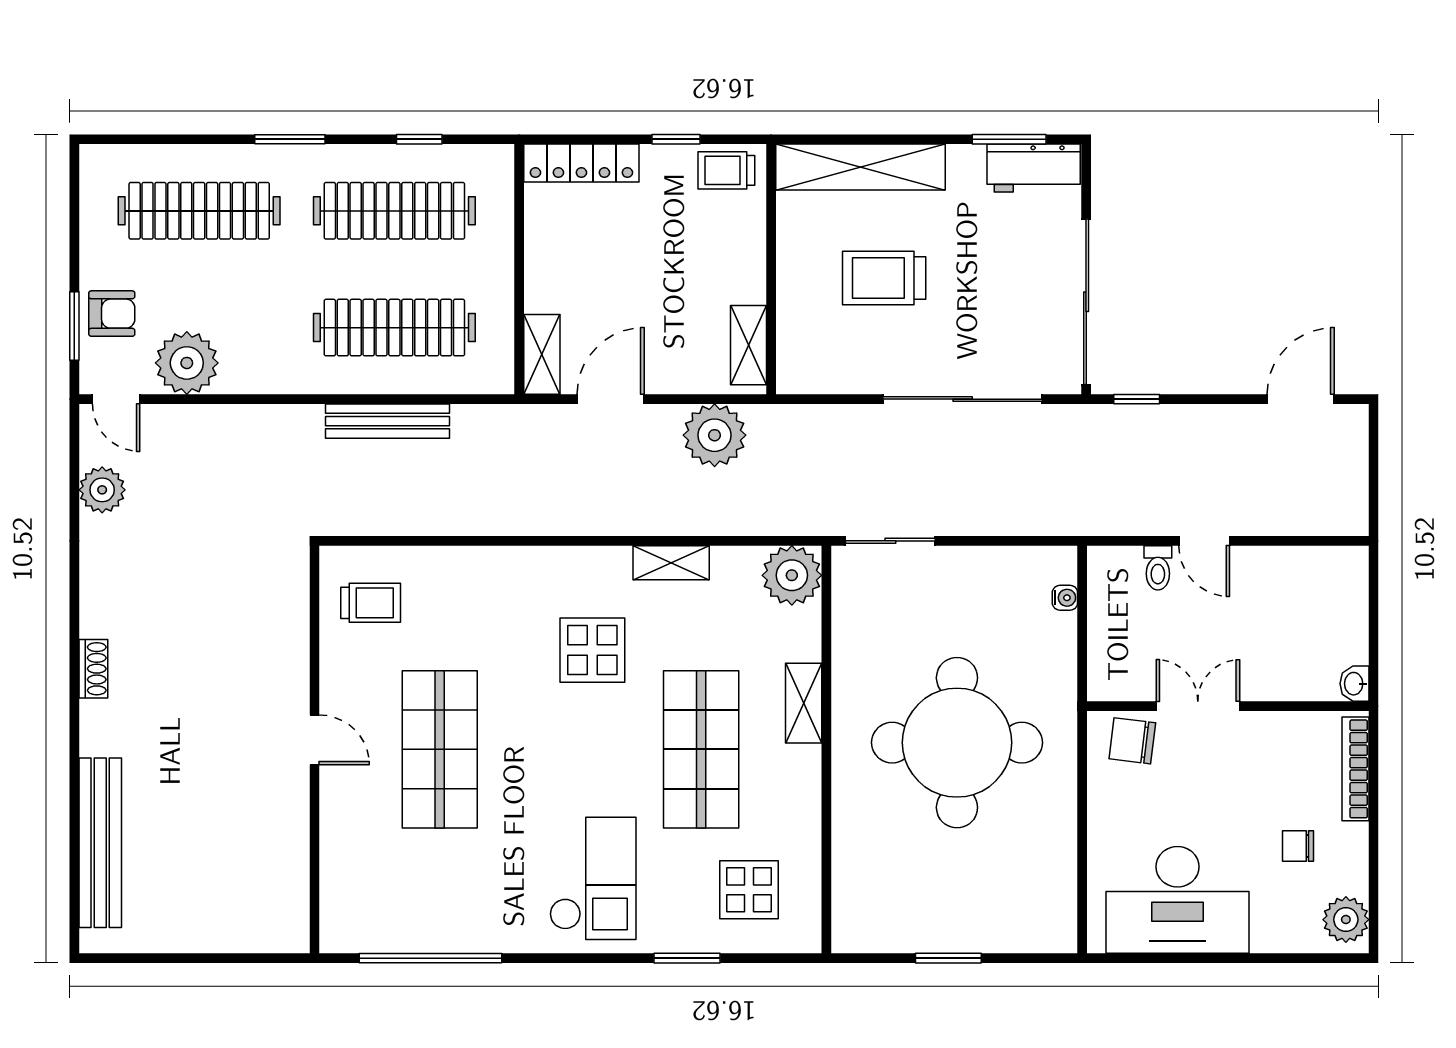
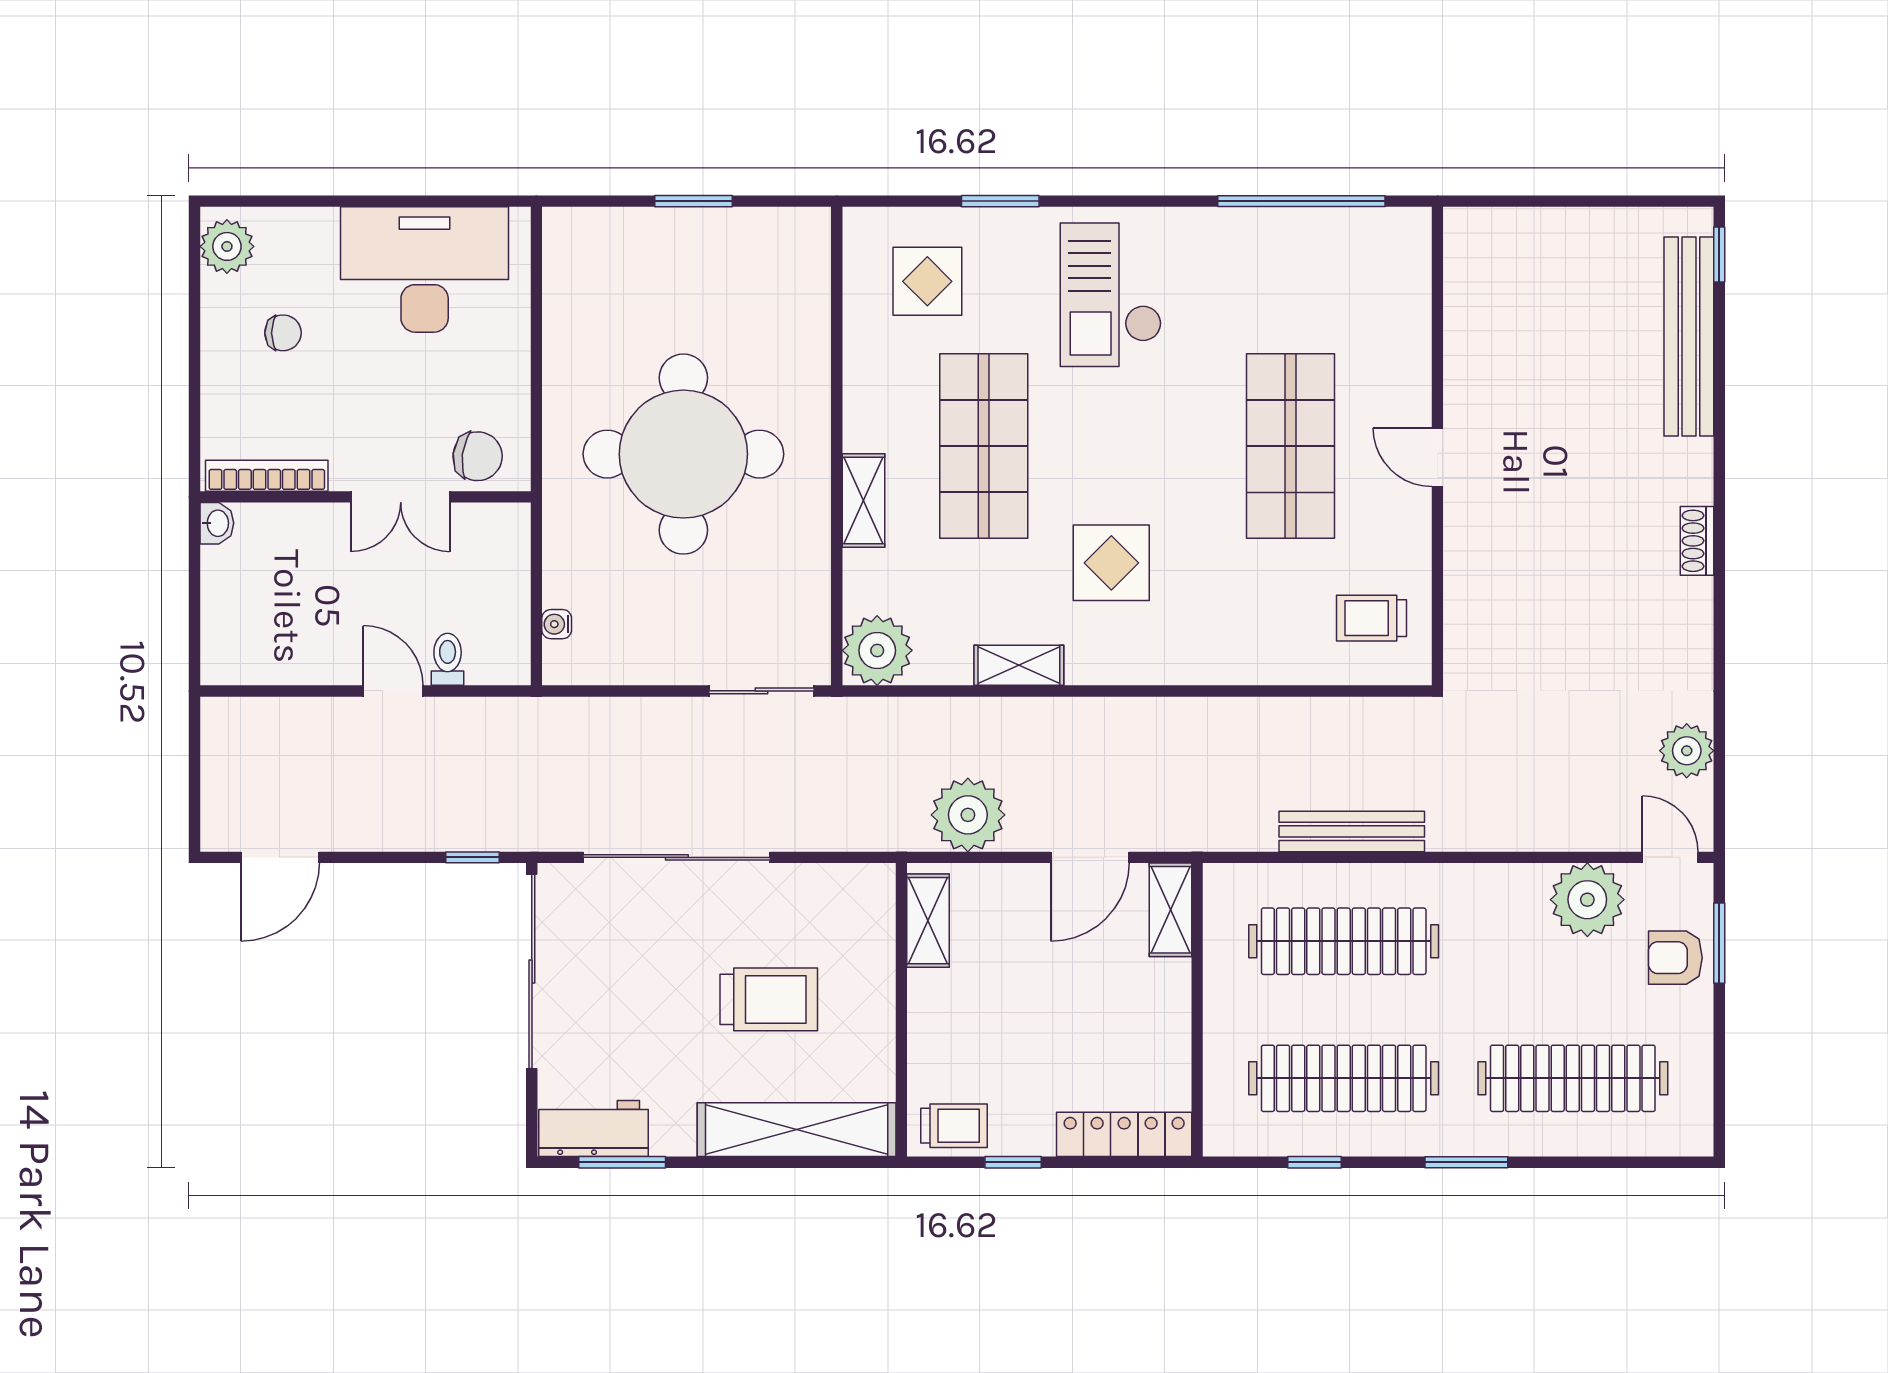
bookcase: (1355, 769) -> (267, 476), moved, turned -90
window: (74, 913) -> (1719, 254), added

